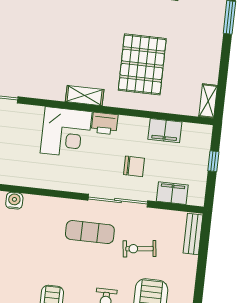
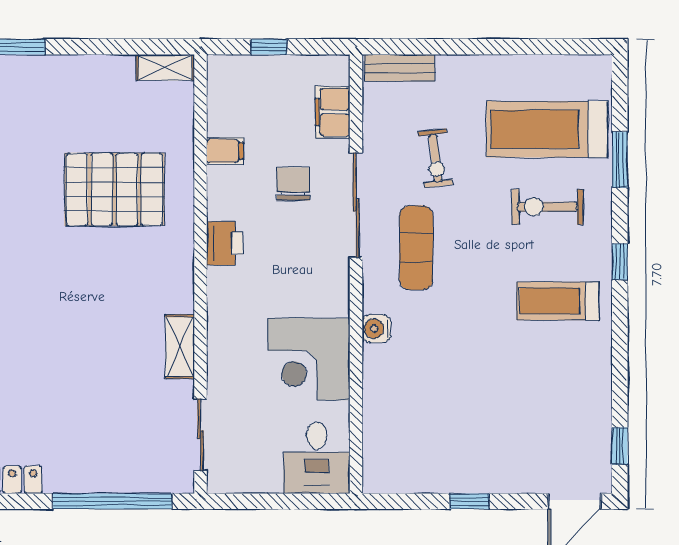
shelving: (85, 96) -> (180, 347), moved
filing cabinet: (165, 131) -> (225, 151), width x0.50
corner desk: (66, 132) -> (309, 359), moved, turned 180
water cooler: (14, 201) -> (376, 329), moved

